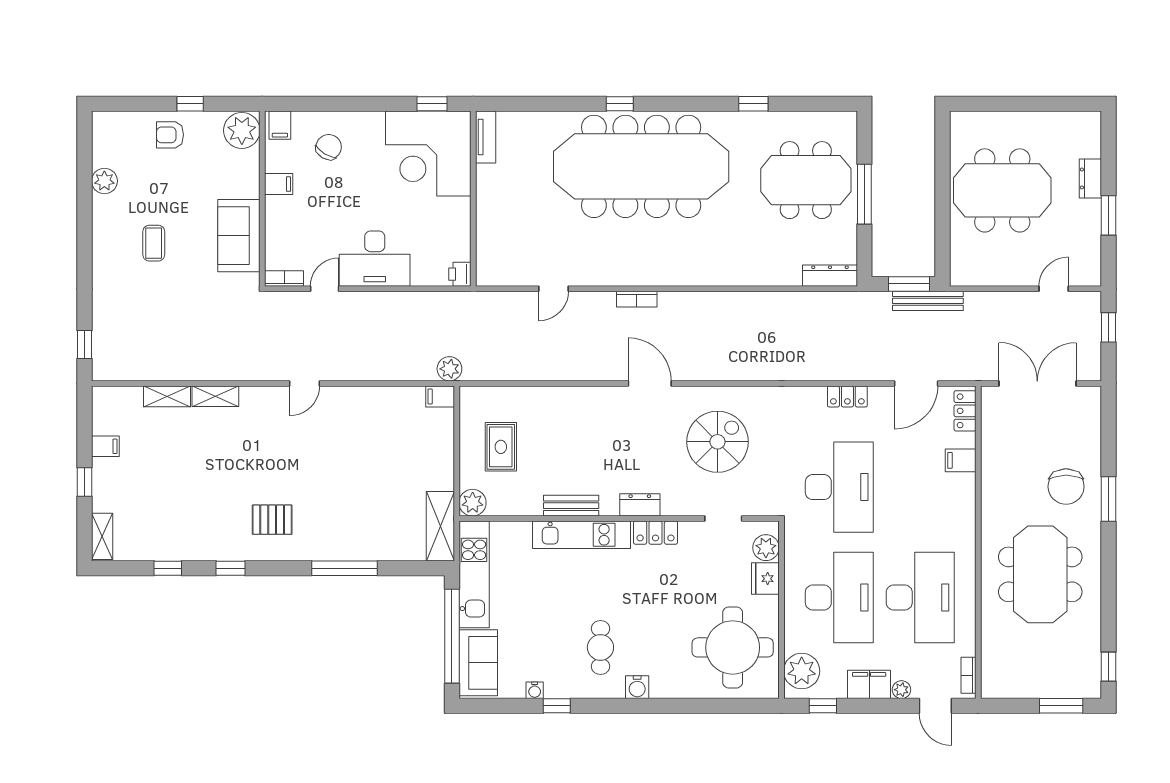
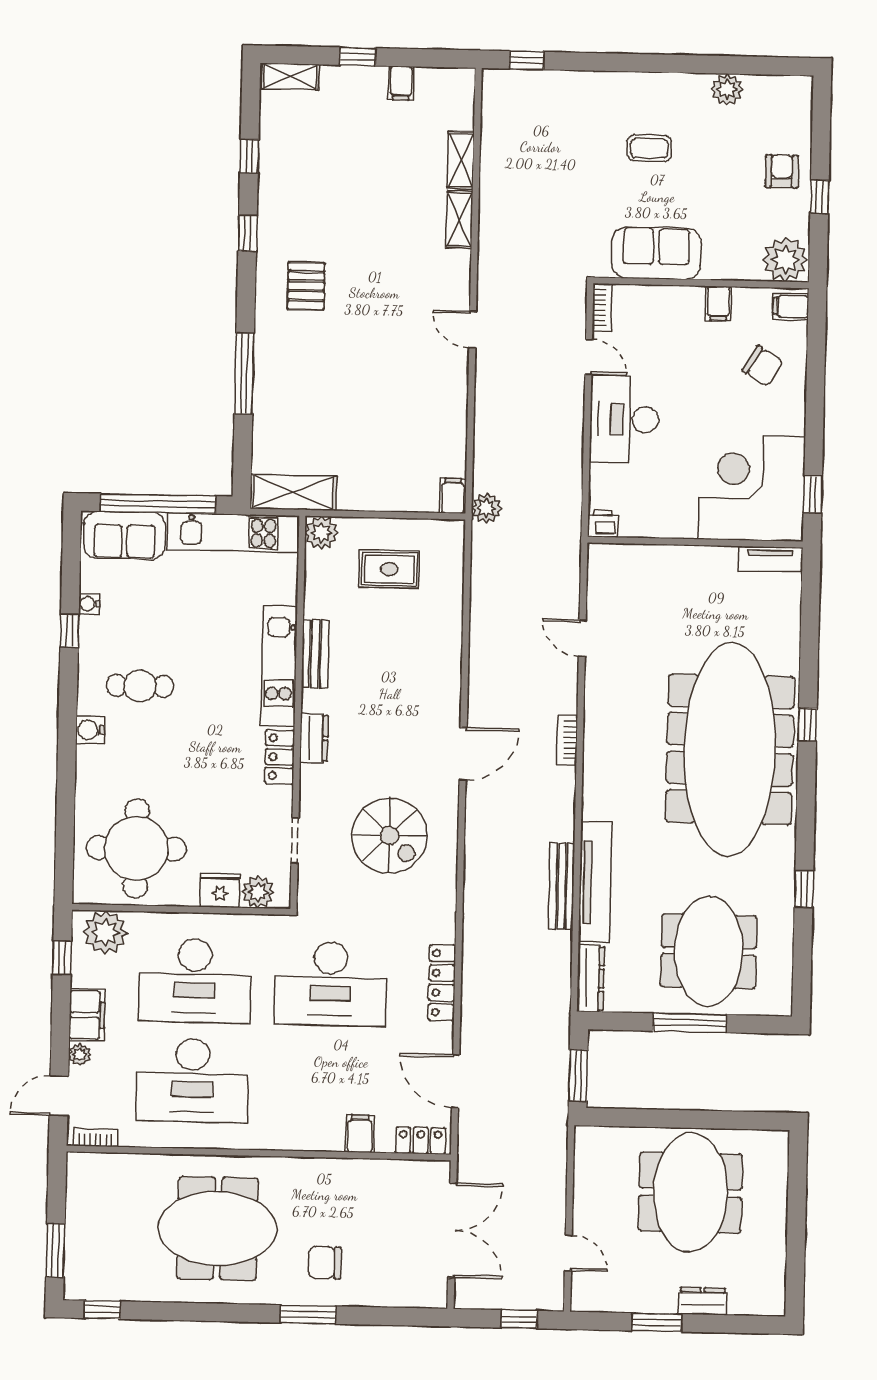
tv unit: (752, 274) -> (595, 882), added
bench: (928, 301) -> (562, 886), moved
locker: (847, 396) -> (442, 983), width x1.53
chair: (1066, 487) -> (325, 1263), width x0.73, depth x0.73

